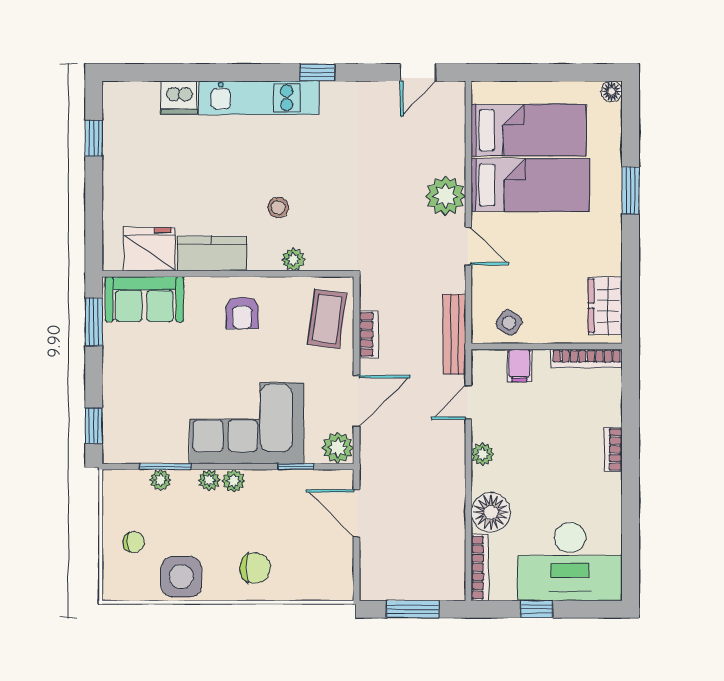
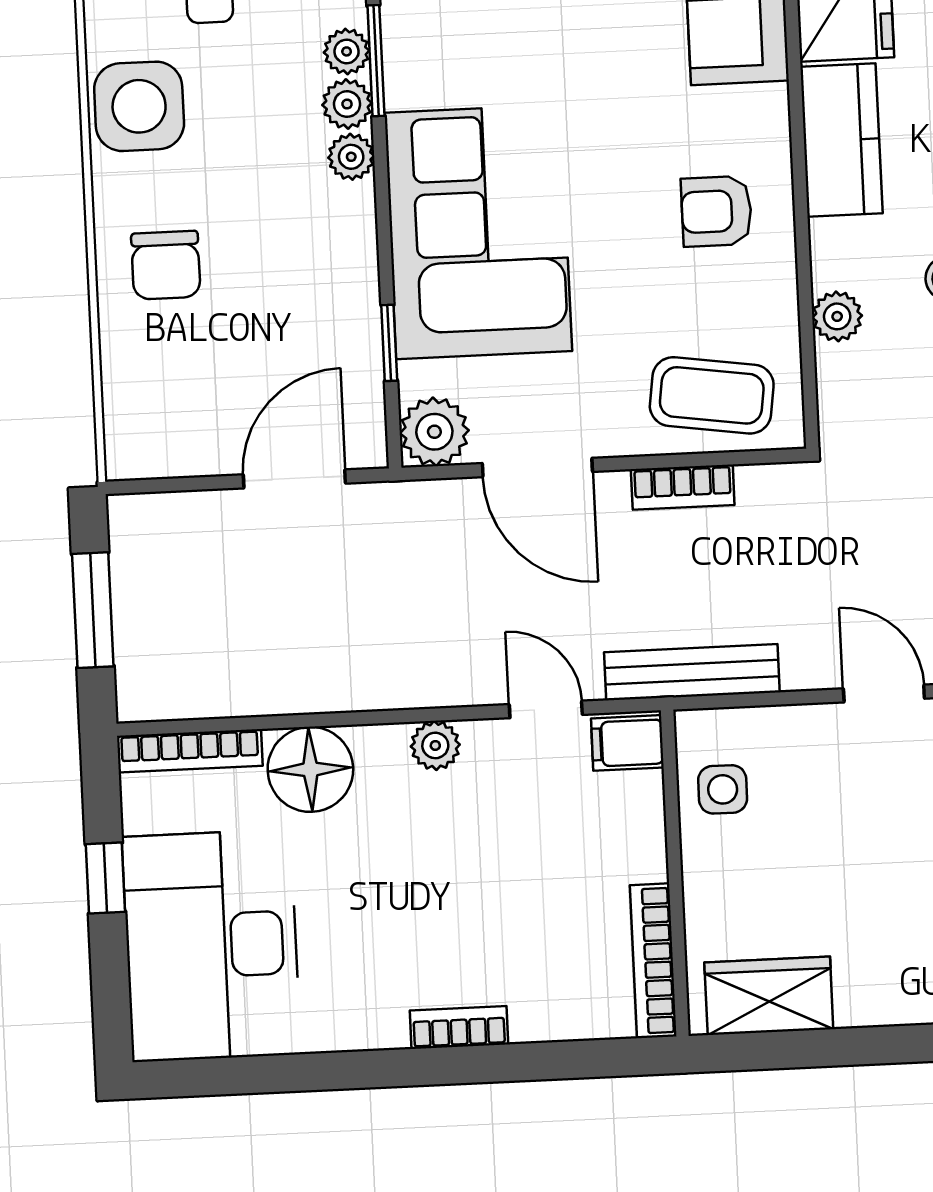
door: (468, 246) -> (884, 694), swing flipped
side table: (509, 323) -> (723, 789), turned -34
filing cabinet: (519, 365) -> (627, 743), moved
plant: (234, 481) -> (347, 104), moved

